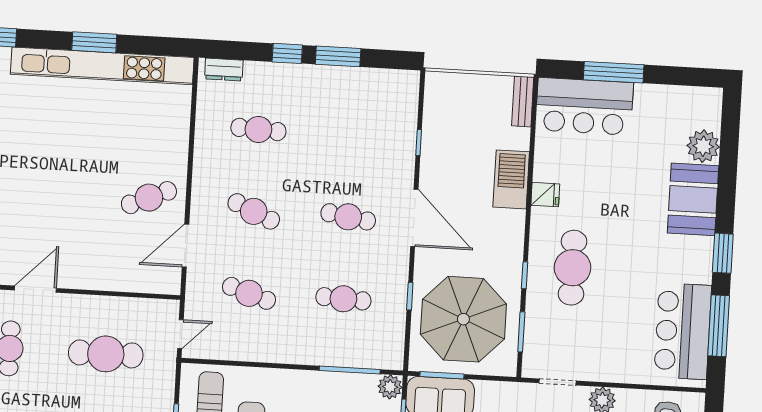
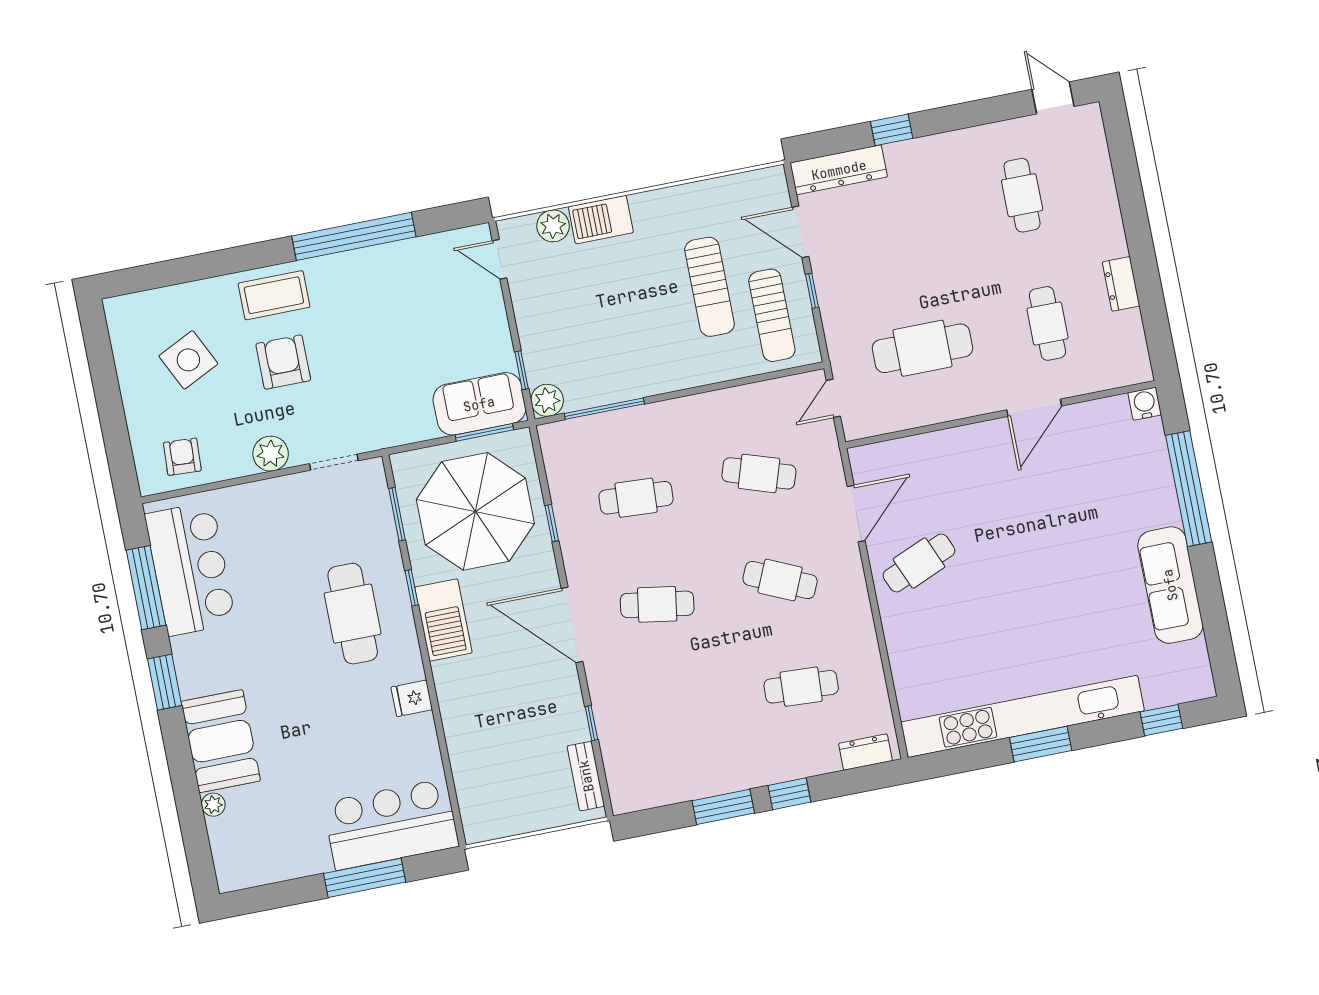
bench: (523, 101) -> (586, 776), moved
plant: (703, 146) -> (213, 805), width x0.53, depth x0.53
barbecue: (511, 179) -> (443, 620), moved

